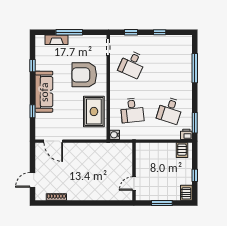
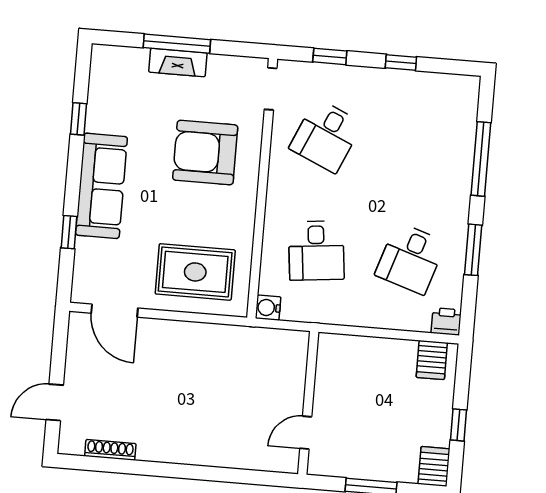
fireplace: (56, 40) -> (178, 63), moved
rug: (94, 111) -> (195, 272), moved, turned 90
window: (195, 123) -> (473, 250), moved

